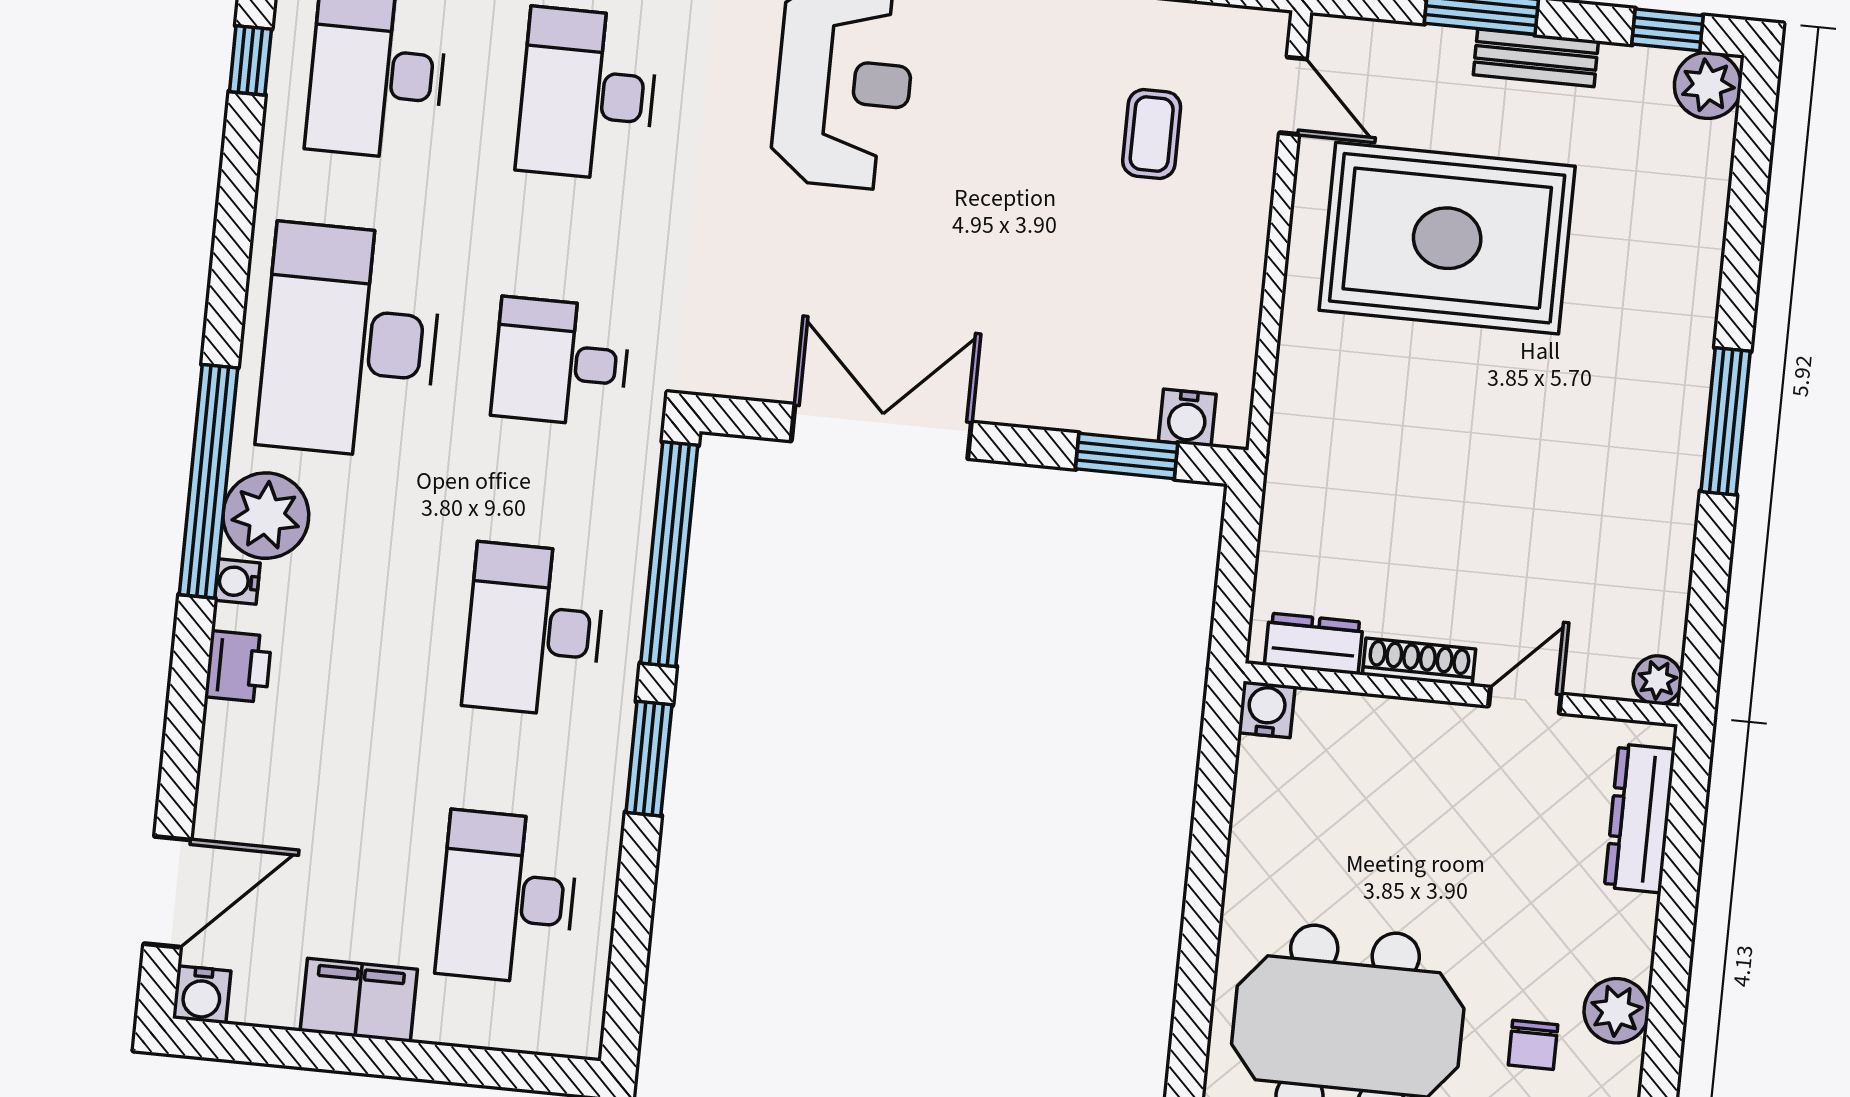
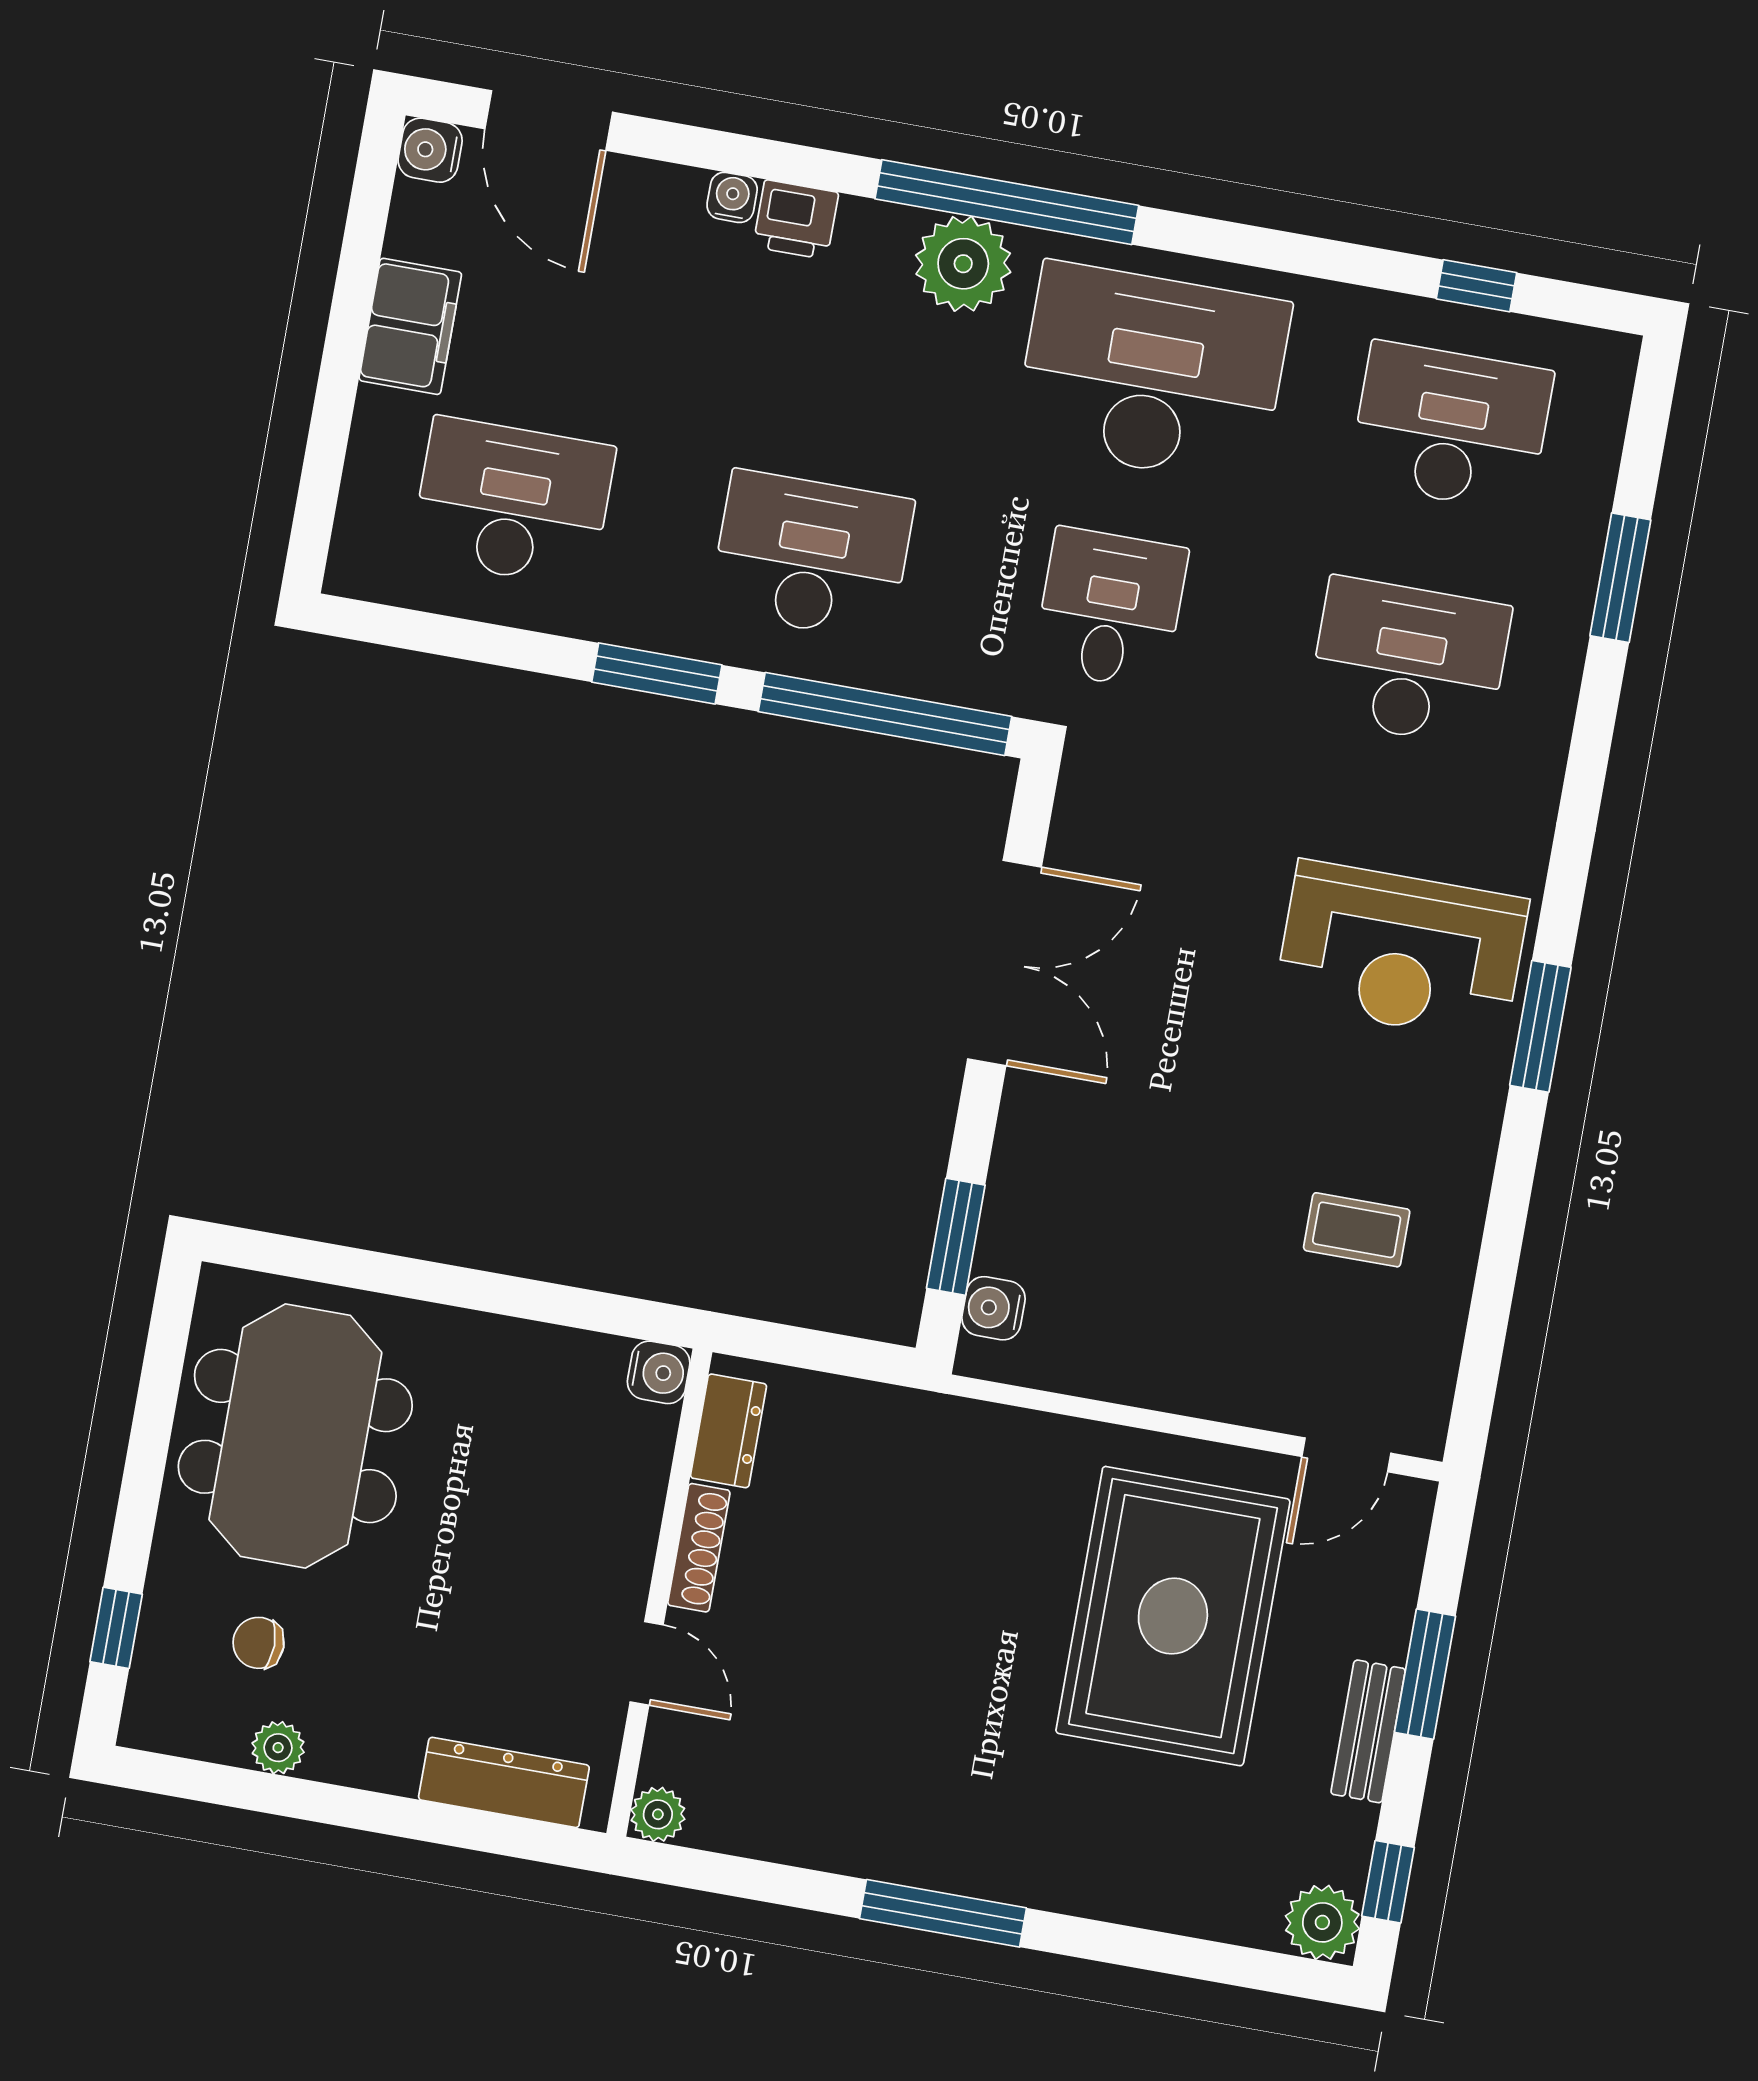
coffee table: (1152, 134) -> (1357, 1230), moved
water cooler: (237, 582) -> (732, 197), moved
plant: (1617, 1011) -> (278, 1748), width x0.73, depth x0.73

